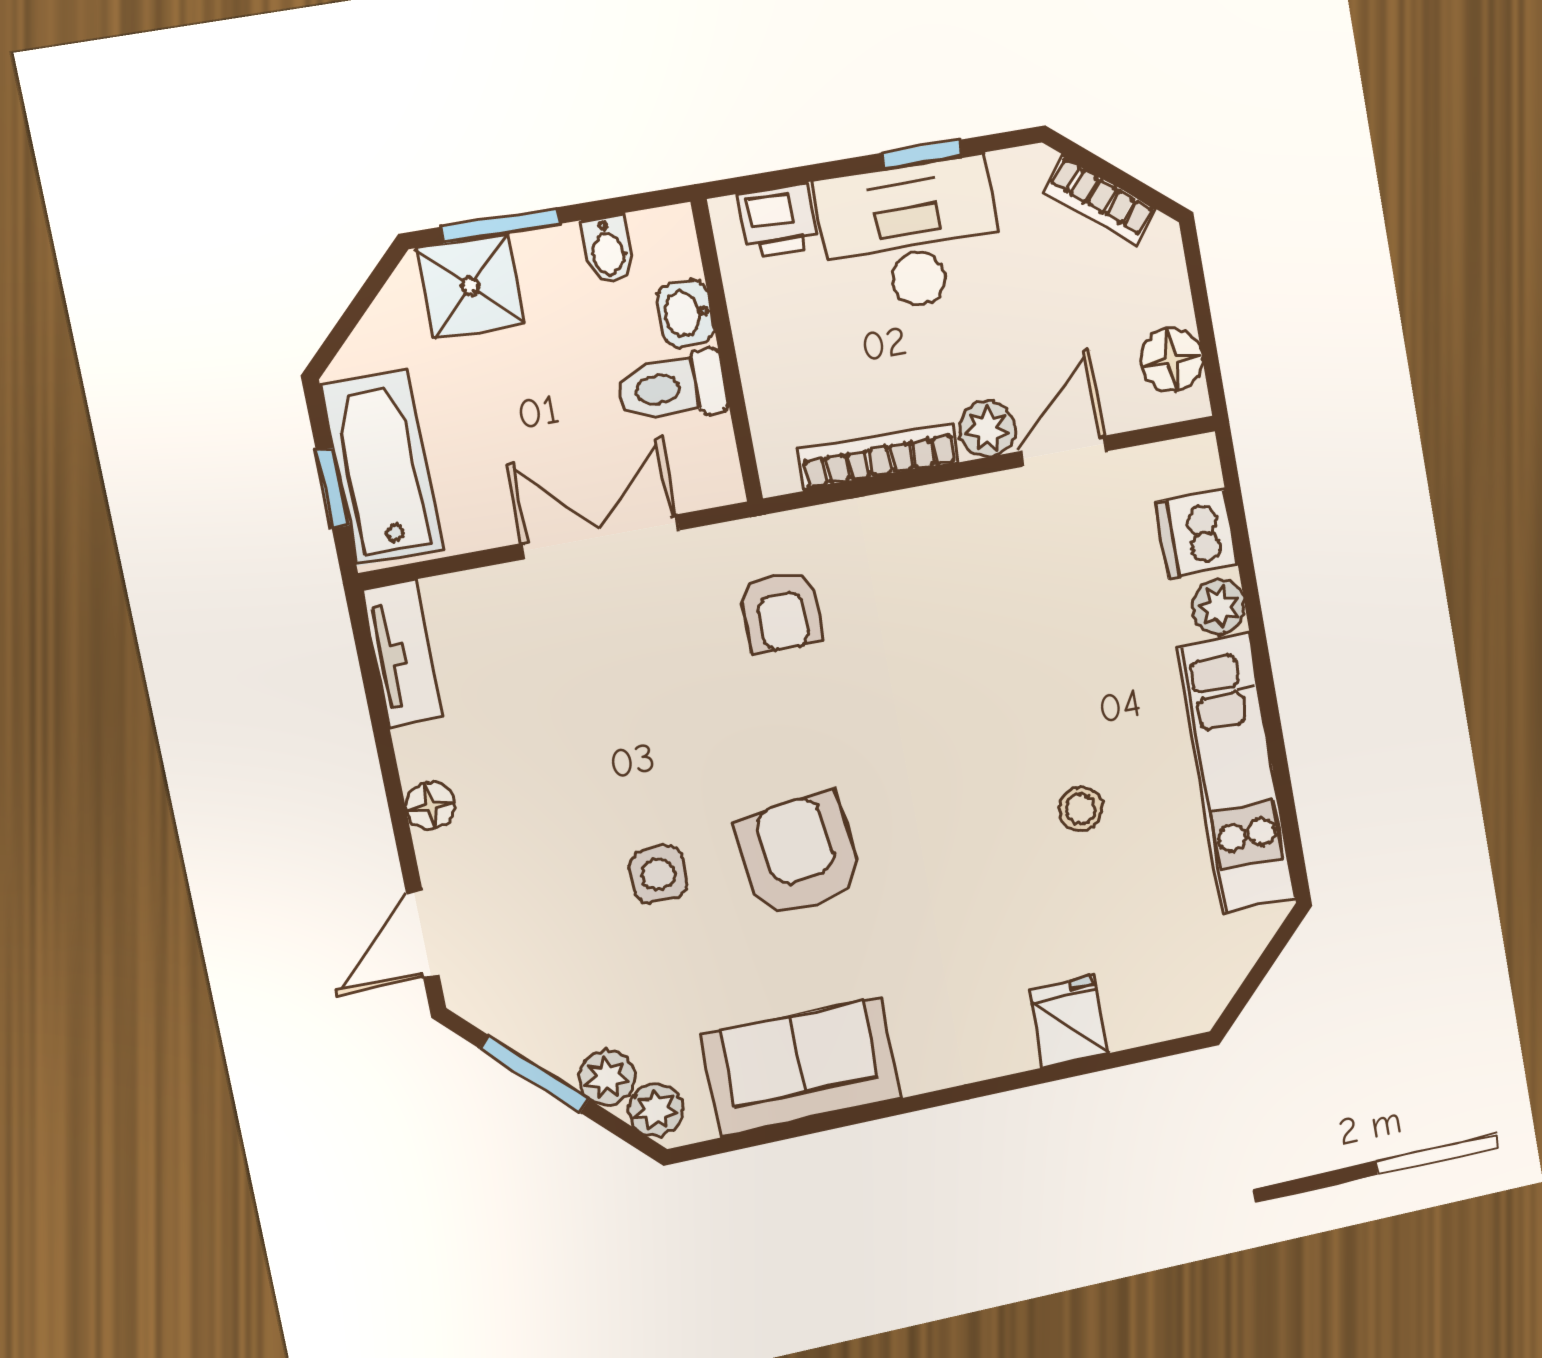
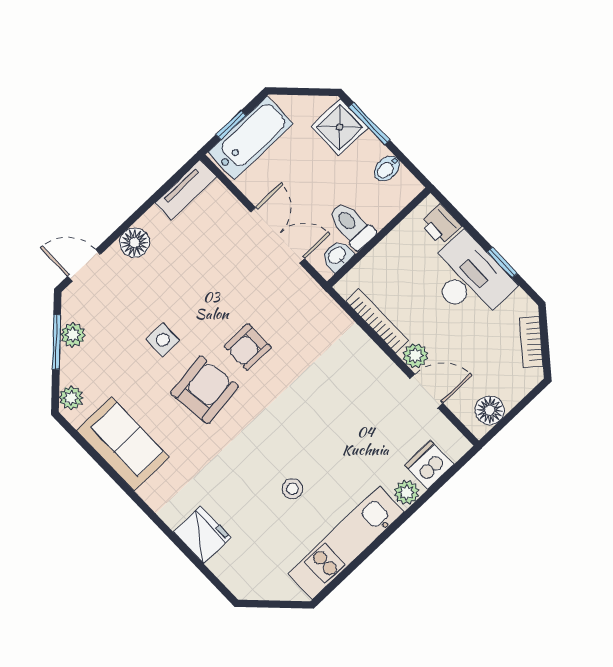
washbasin: (686, 314) -> (337, 256), moved
armchair: (781, 611) -> (248, 347), moved
floor lamp: (430, 806) -> (135, 243), width x1.37, depth x1.37
fridge: (1069, 1021) -> (202, 535), width x1.38
plant: (607, 1078) -> (73, 335), moved

